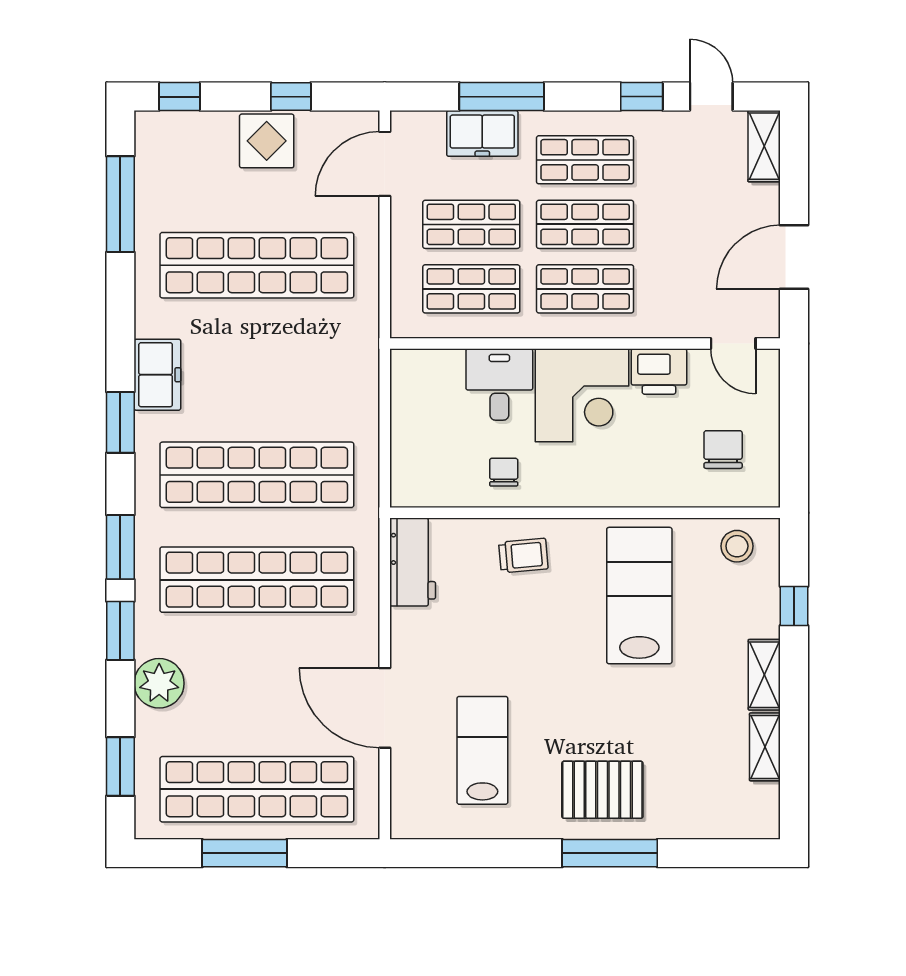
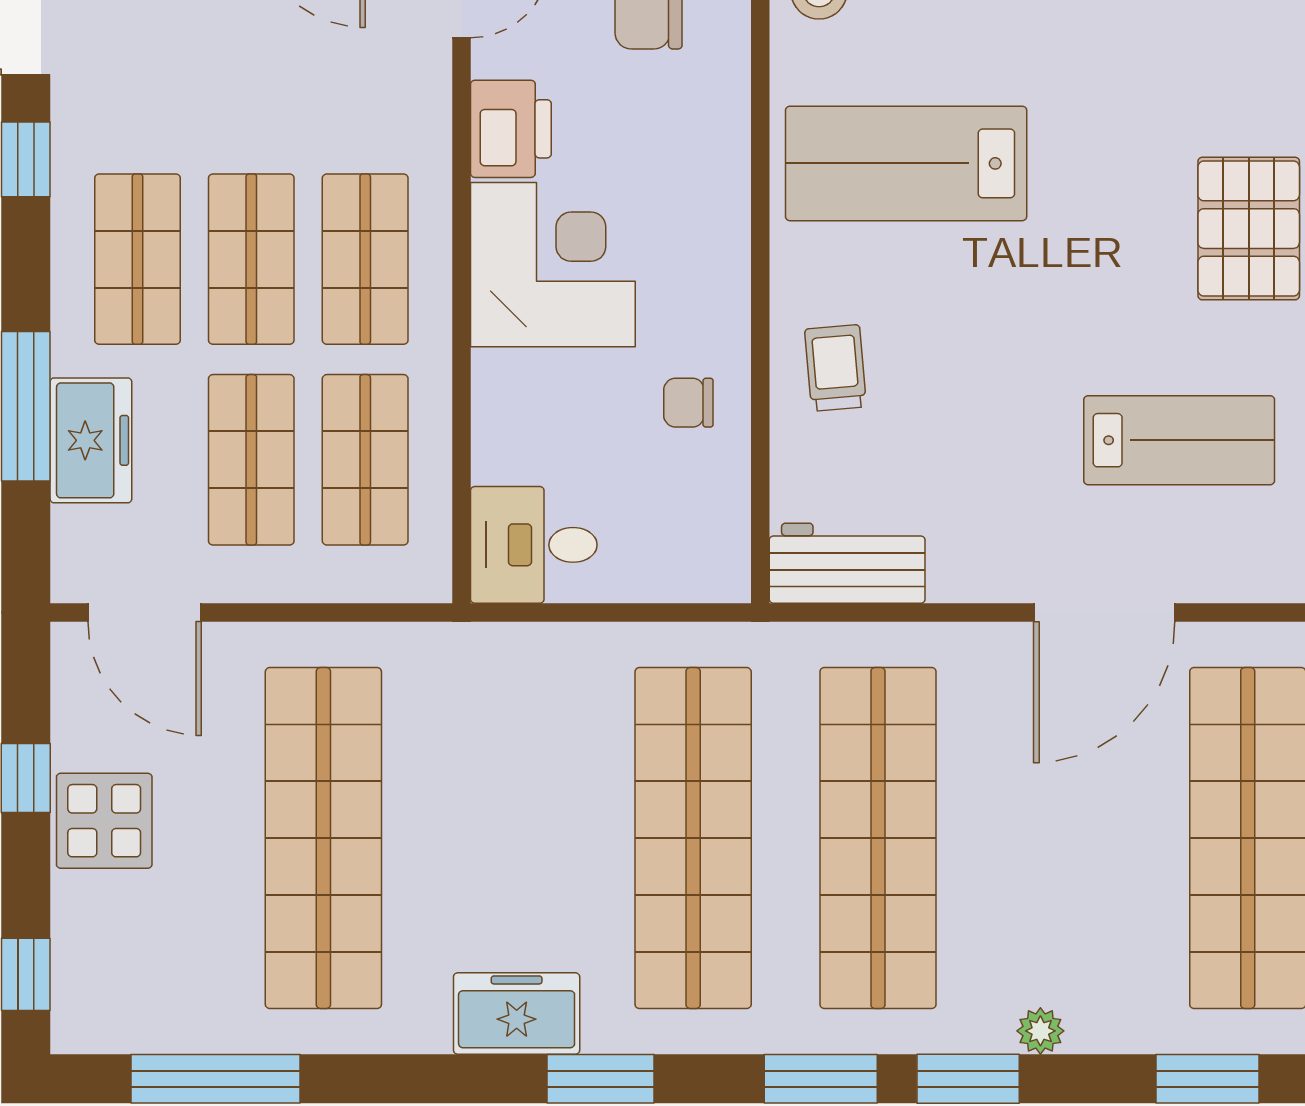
desk: (499, 385) -> (534, 545), moved
plant: (159, 683) -> (1040, 1031), width x0.53, depth x0.53
lab bench: (482, 750) -> (1179, 440), turned 180

